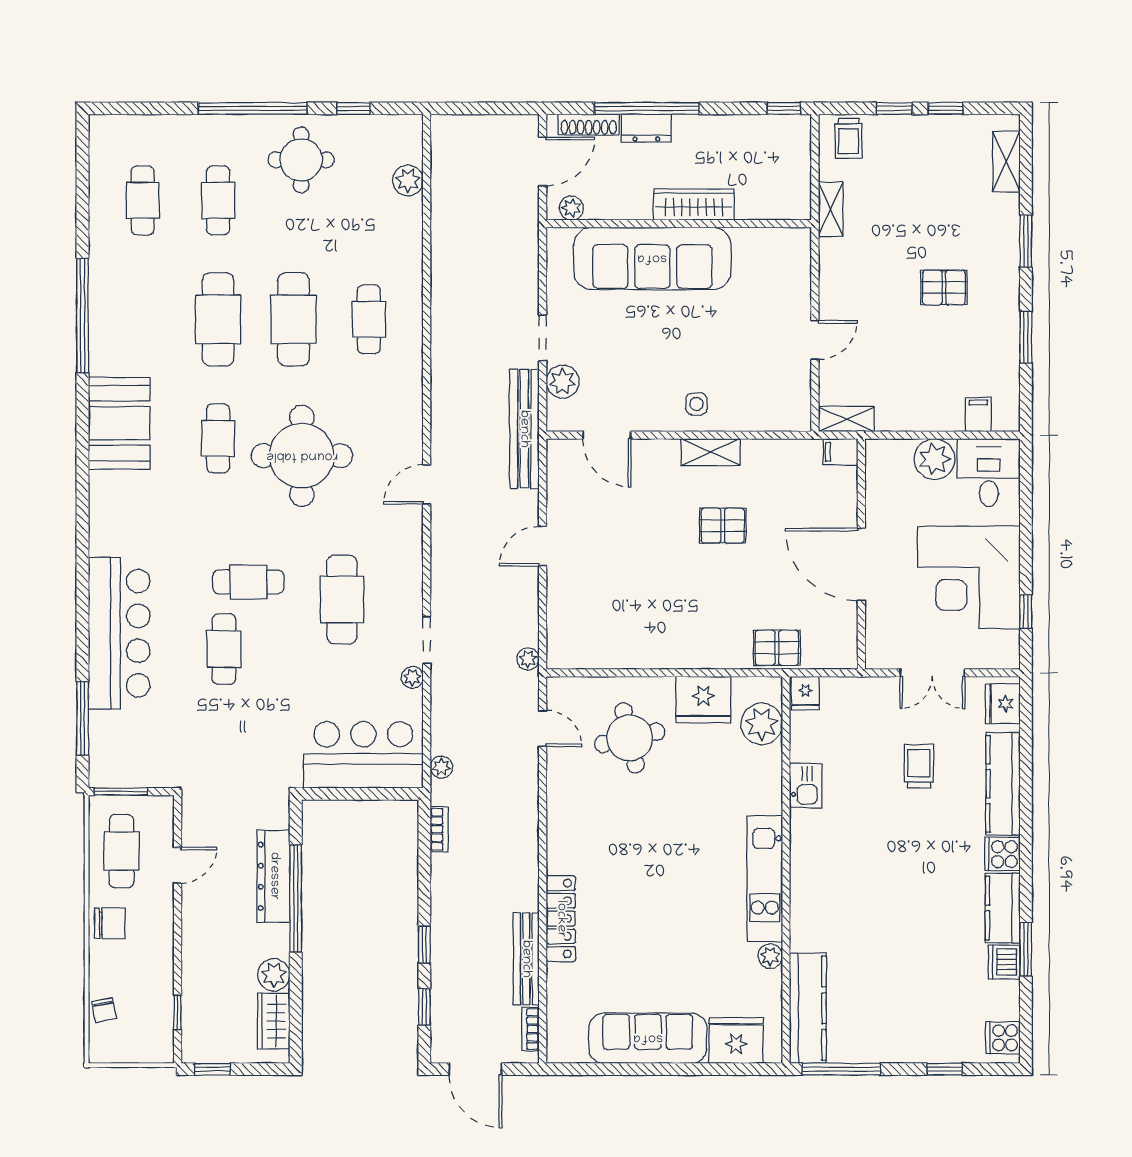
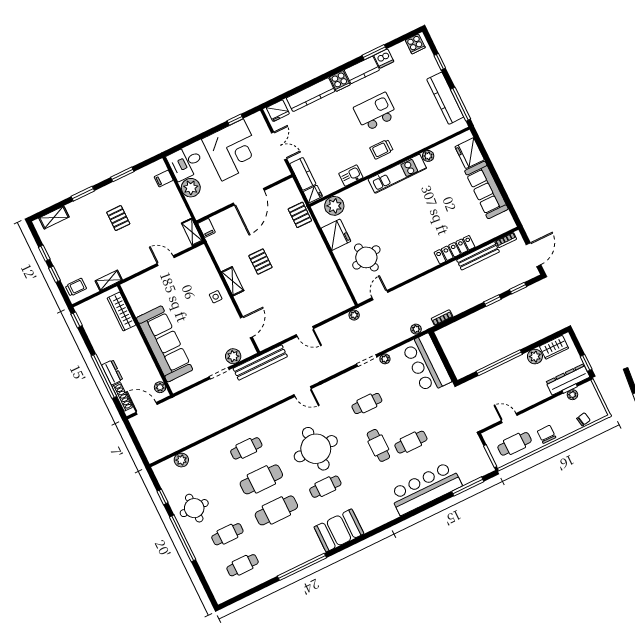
wardrobe: (694, 205) -> (121, 312), moved
cafe table: (342, 599) -> (367, 403), width x0.73, depth x0.74
kitchen counter: (855, 693) -> (303, 174), added
trolley: (919, 766) -> (381, 149), moved
dresser: (274, 876) -> (568, 379), moved, turned 180
kitchen island: (907, 894) -> (375, 112), added
kitchen counter: (808, 1008) -> (445, 98), moved, turned -90
plant: (163, 1012) -> (572, 395), added

